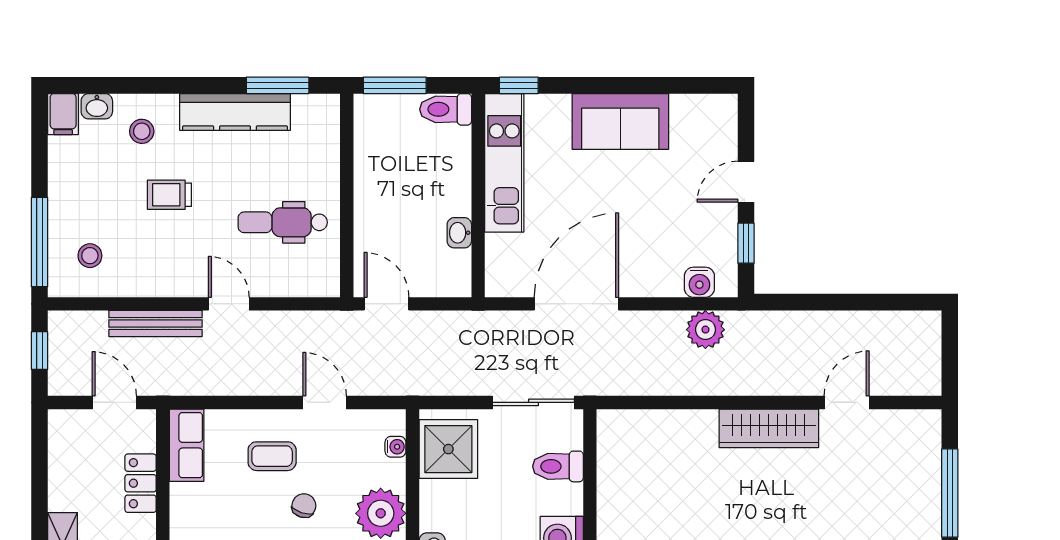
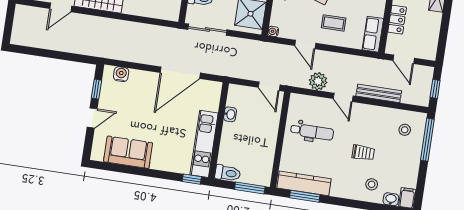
kitchen counter: (235, 112) -> (304, 183), moved
sofa: (620, 121) -> (128, 152), moved
plant: (705, 330) -> (318, 81), moved
water cooler: (395, 447) -> (273, 31), moved

